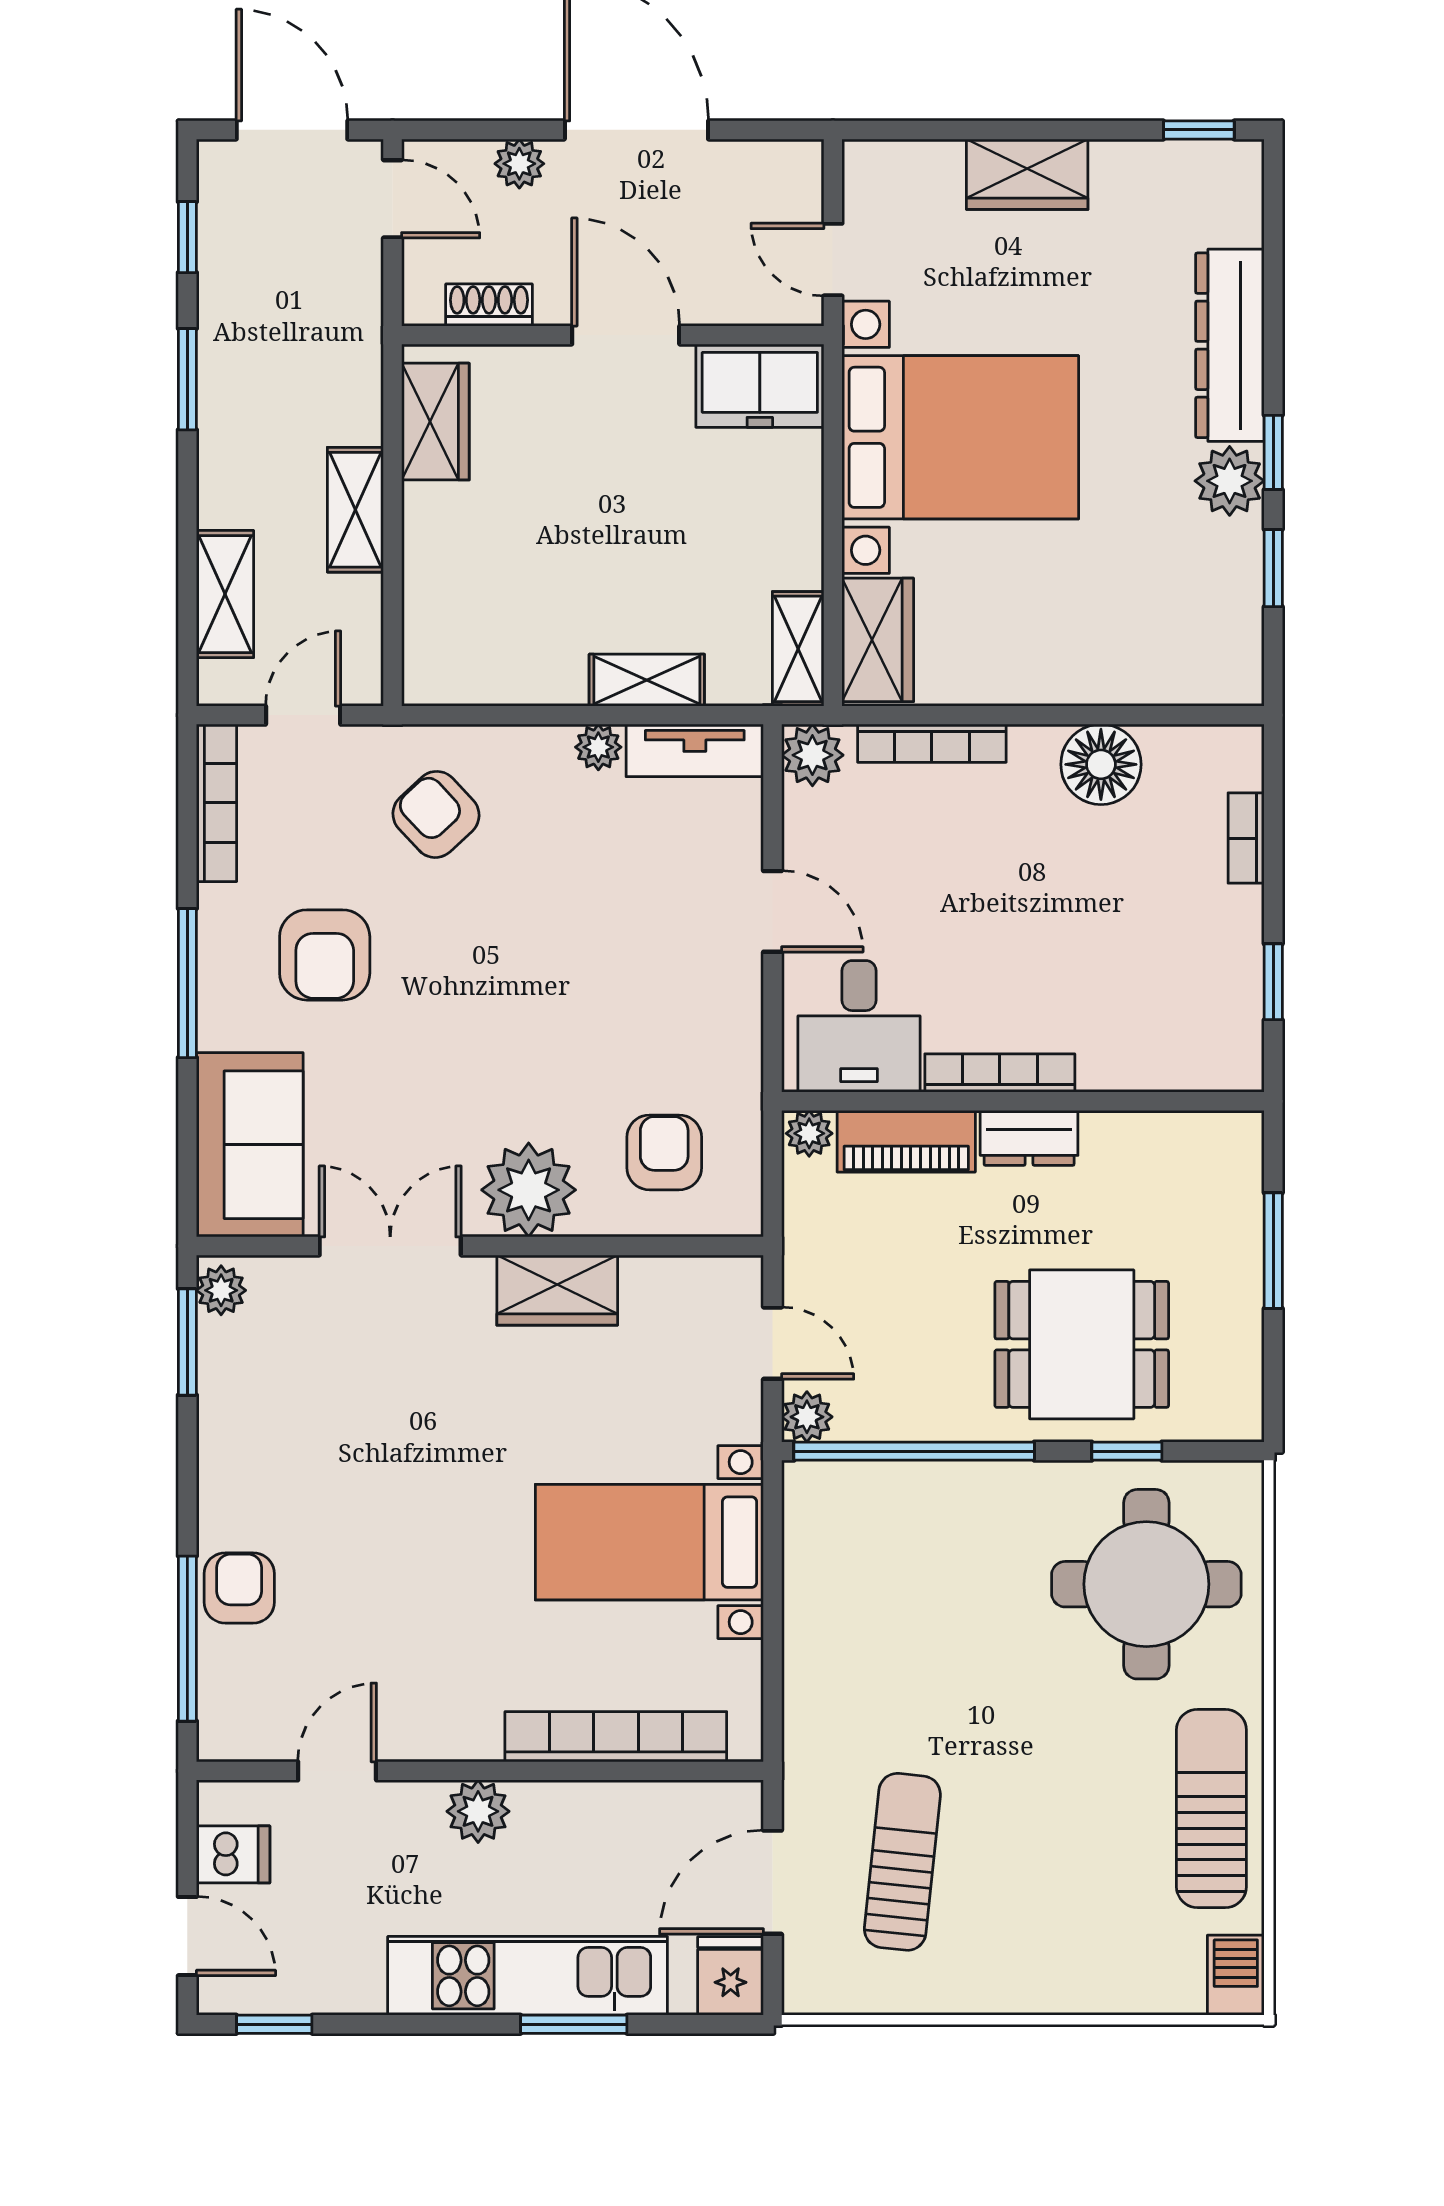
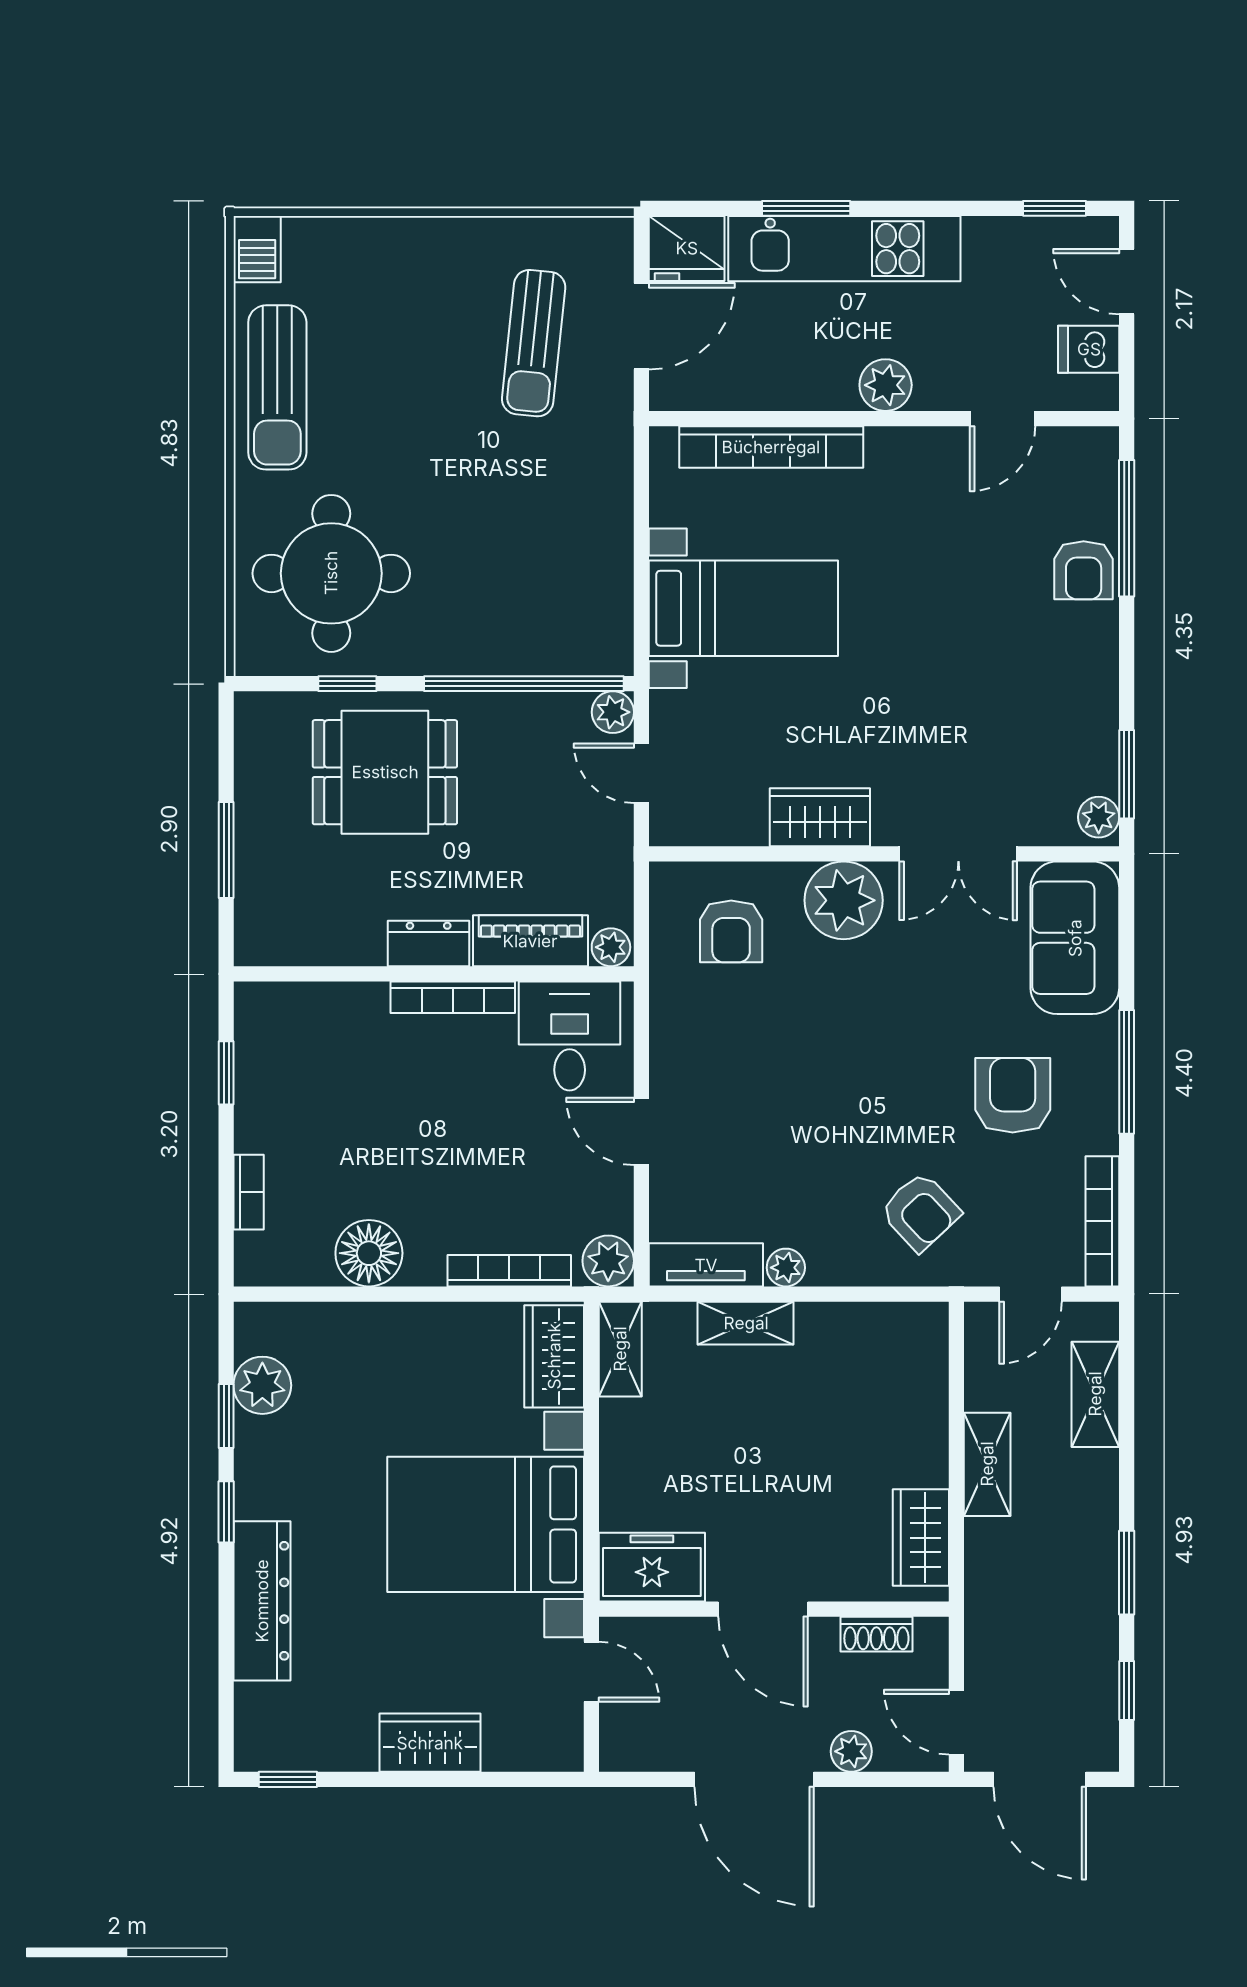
plant: (1230, 481) -> (262, 1385), moved
fridge: (731, 1976) -> (687, 248), width x1.38

